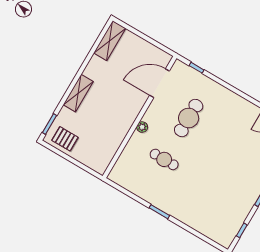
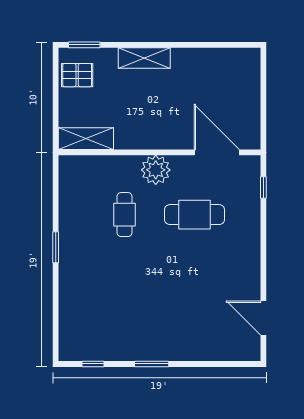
shelving: (110, 41) -> (86, 139), moved
plant: (142, 127) -> (156, 170), width x1.88, depth x1.88
pallet: (65, 139) -> (77, 75), turned 90

